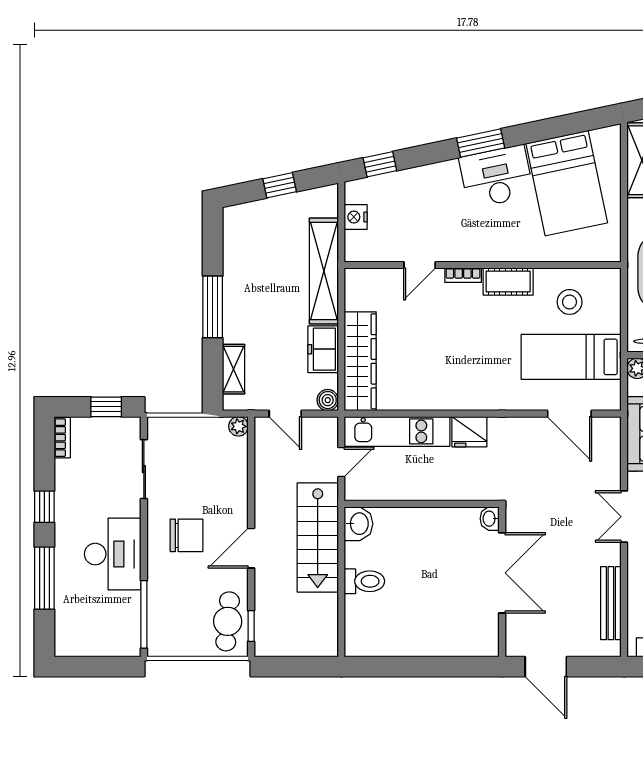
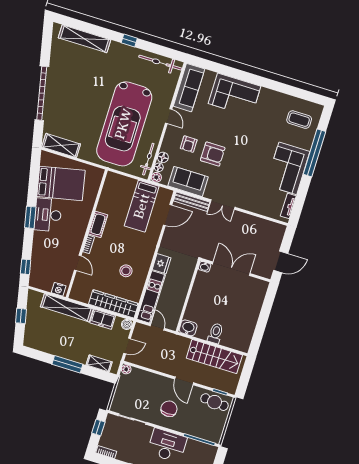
nightstand: (356, 217) -> (59, 289), moved
stool: (570, 302) -> (126, 271), moved
stairs: (318, 537) -> (214, 357), moved
bench: (611, 603) -> (192, 202), moved

